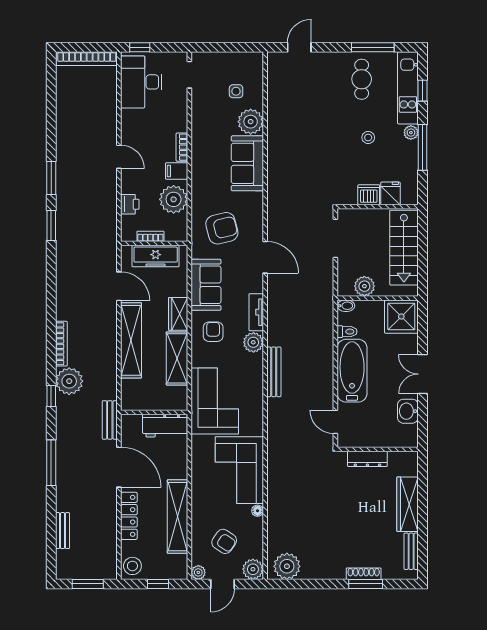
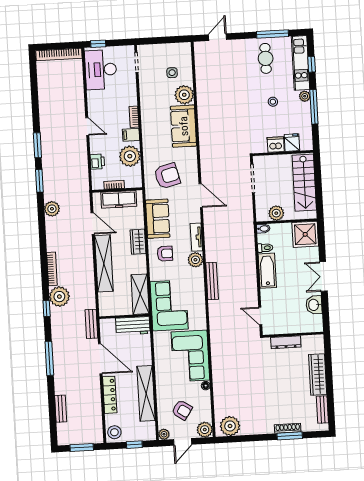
plant: (66, 264) -> (52, 209), added
armchair: (213, 332) -> (165, 254), turned 90
shelving: (177, 358) -> (140, 294), moved
bathtub: (352, 371) -> (267, 271), width x0.73, depth x0.73

